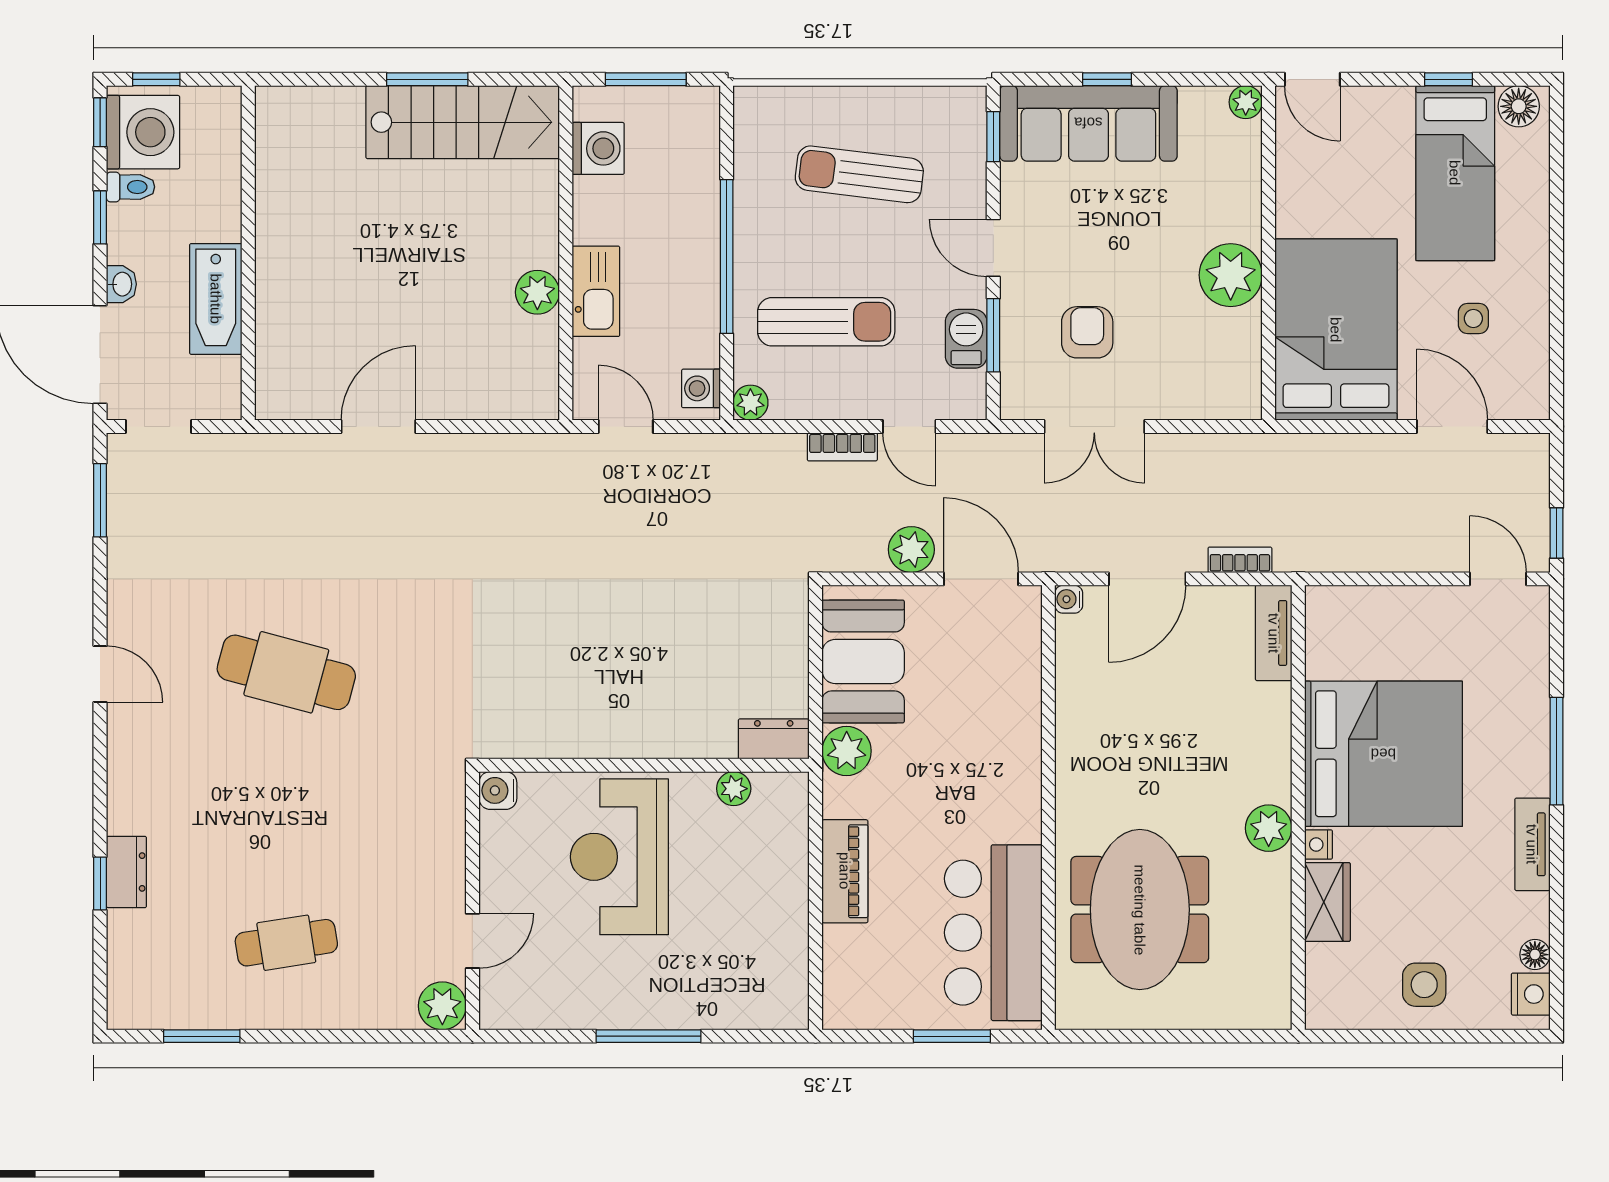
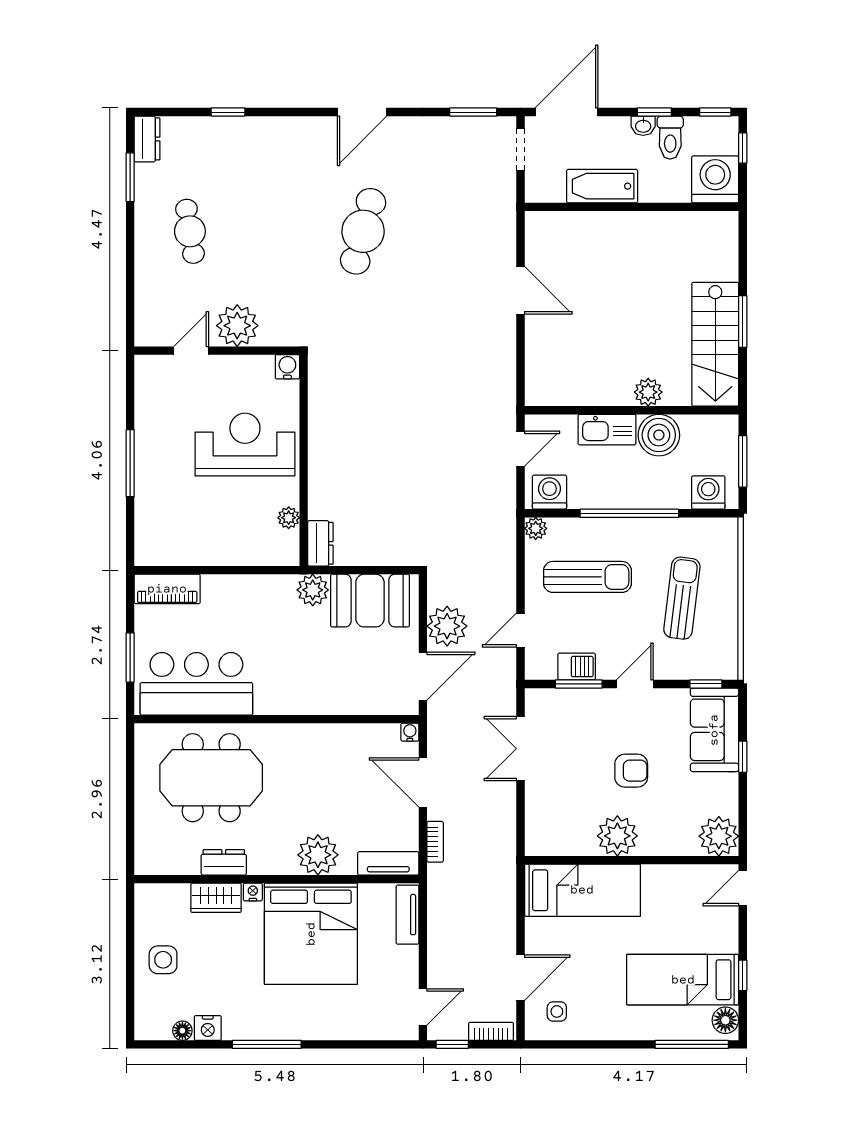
plant: (1246, 102) -> (719, 836), width x1.87, depth x1.87
sofa: (1088, 123) -> (714, 730), width x0.73
washing machine: (143, 132) -> (715, 179), moved, turned 180
washing machine: (598, 148) -> (708, 492), moved, turned 180
window: (1556, 159) -> (692, 1044), added
toilet: (131, 187) -> (670, 138), width x1.37, depth x1.39
boiler: (604, 210) -> (659, 435), added
washbasin: (121, 284) -> (643, 126), moved
plant: (537, 292) -> (648, 392), moved
side table: (1473, 319) -> (557, 1011), moved
sun lounger: (826, 322) -> (587, 577), turned -90
bed: (1336, 330) -> (582, 890), width x0.67
armchair: (1087, 332) -> (631, 771), moved
washing machine: (701, 388) -> (549, 492), width x1.38, depth x1.38
bookcase: (842, 447) -> (491, 1031), moved, turned 90
plant: (911, 550) -> (447, 626), width x1.36, depth x1.36
door: (100, 674) -> (362, 112), width x1.38
window: (1556, 751) -> (267, 1044), moved
plant: (1269, 828) -> (318, 855), moved, width x1.36, depth x1.36
tv unit: (1532, 844) -> (408, 915), moved, turned -90
piano: (845, 871) -> (167, 589), moved
dresser: (126, 872) -> (147, 139), moved, turned -90
dresser: (1272, 890) -> (224, 862), added
door: (473, 941) -> (191, 351), swing flipped
nightstand: (1531, 994) -> (208, 1028), moved
plant: (442, 1006) -> (237, 326), moved, width x1.36, depth x1.36

